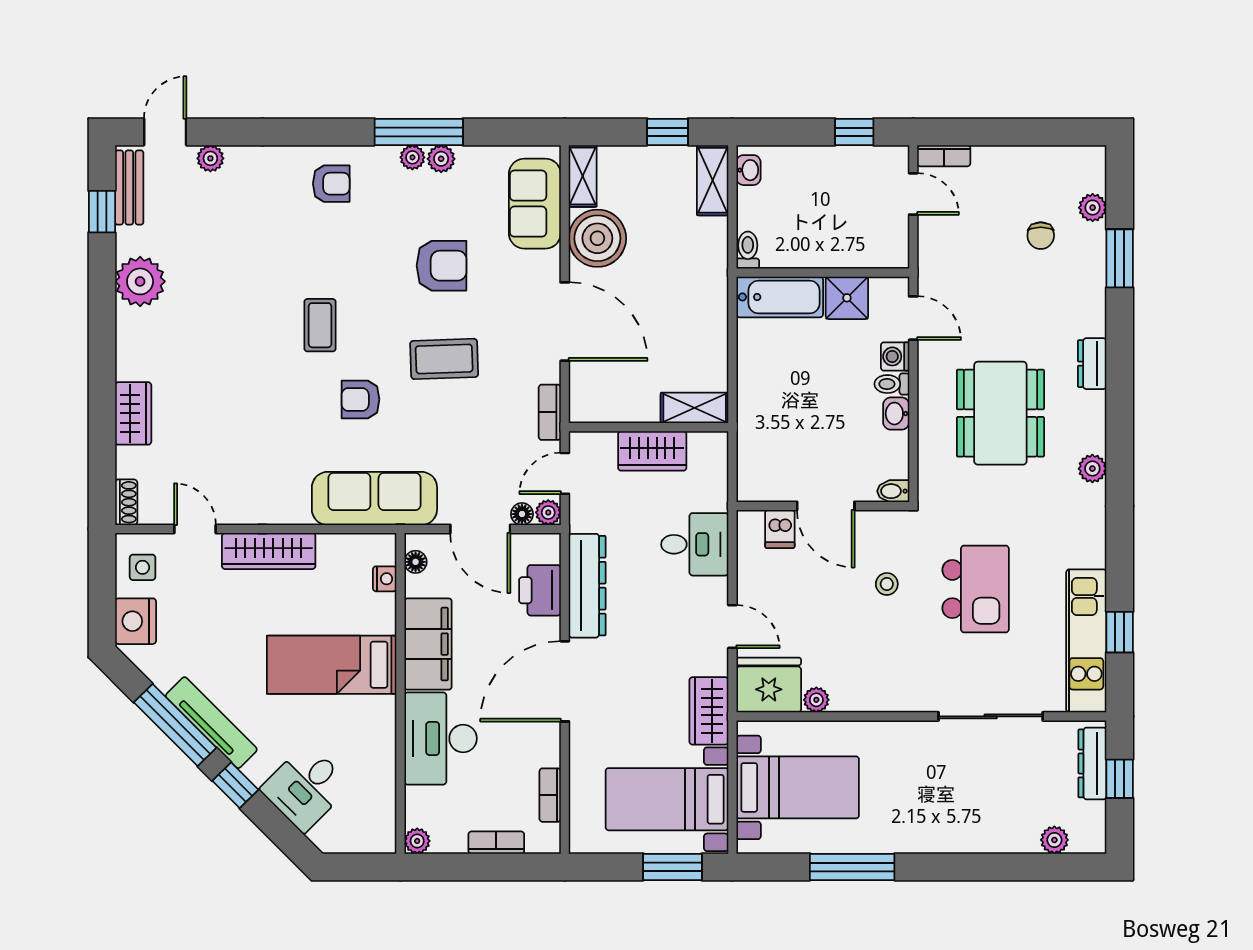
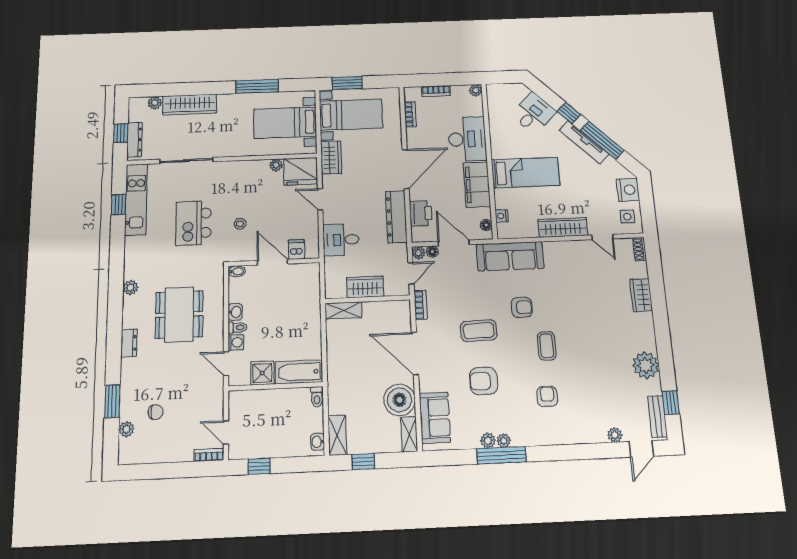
armchair: (331, 184) -> (547, 396), moved, turned 90
chair: (1041, 236) -> (156, 412), turned 90
wardrobe: (985, 833) -> (190, 105), added

